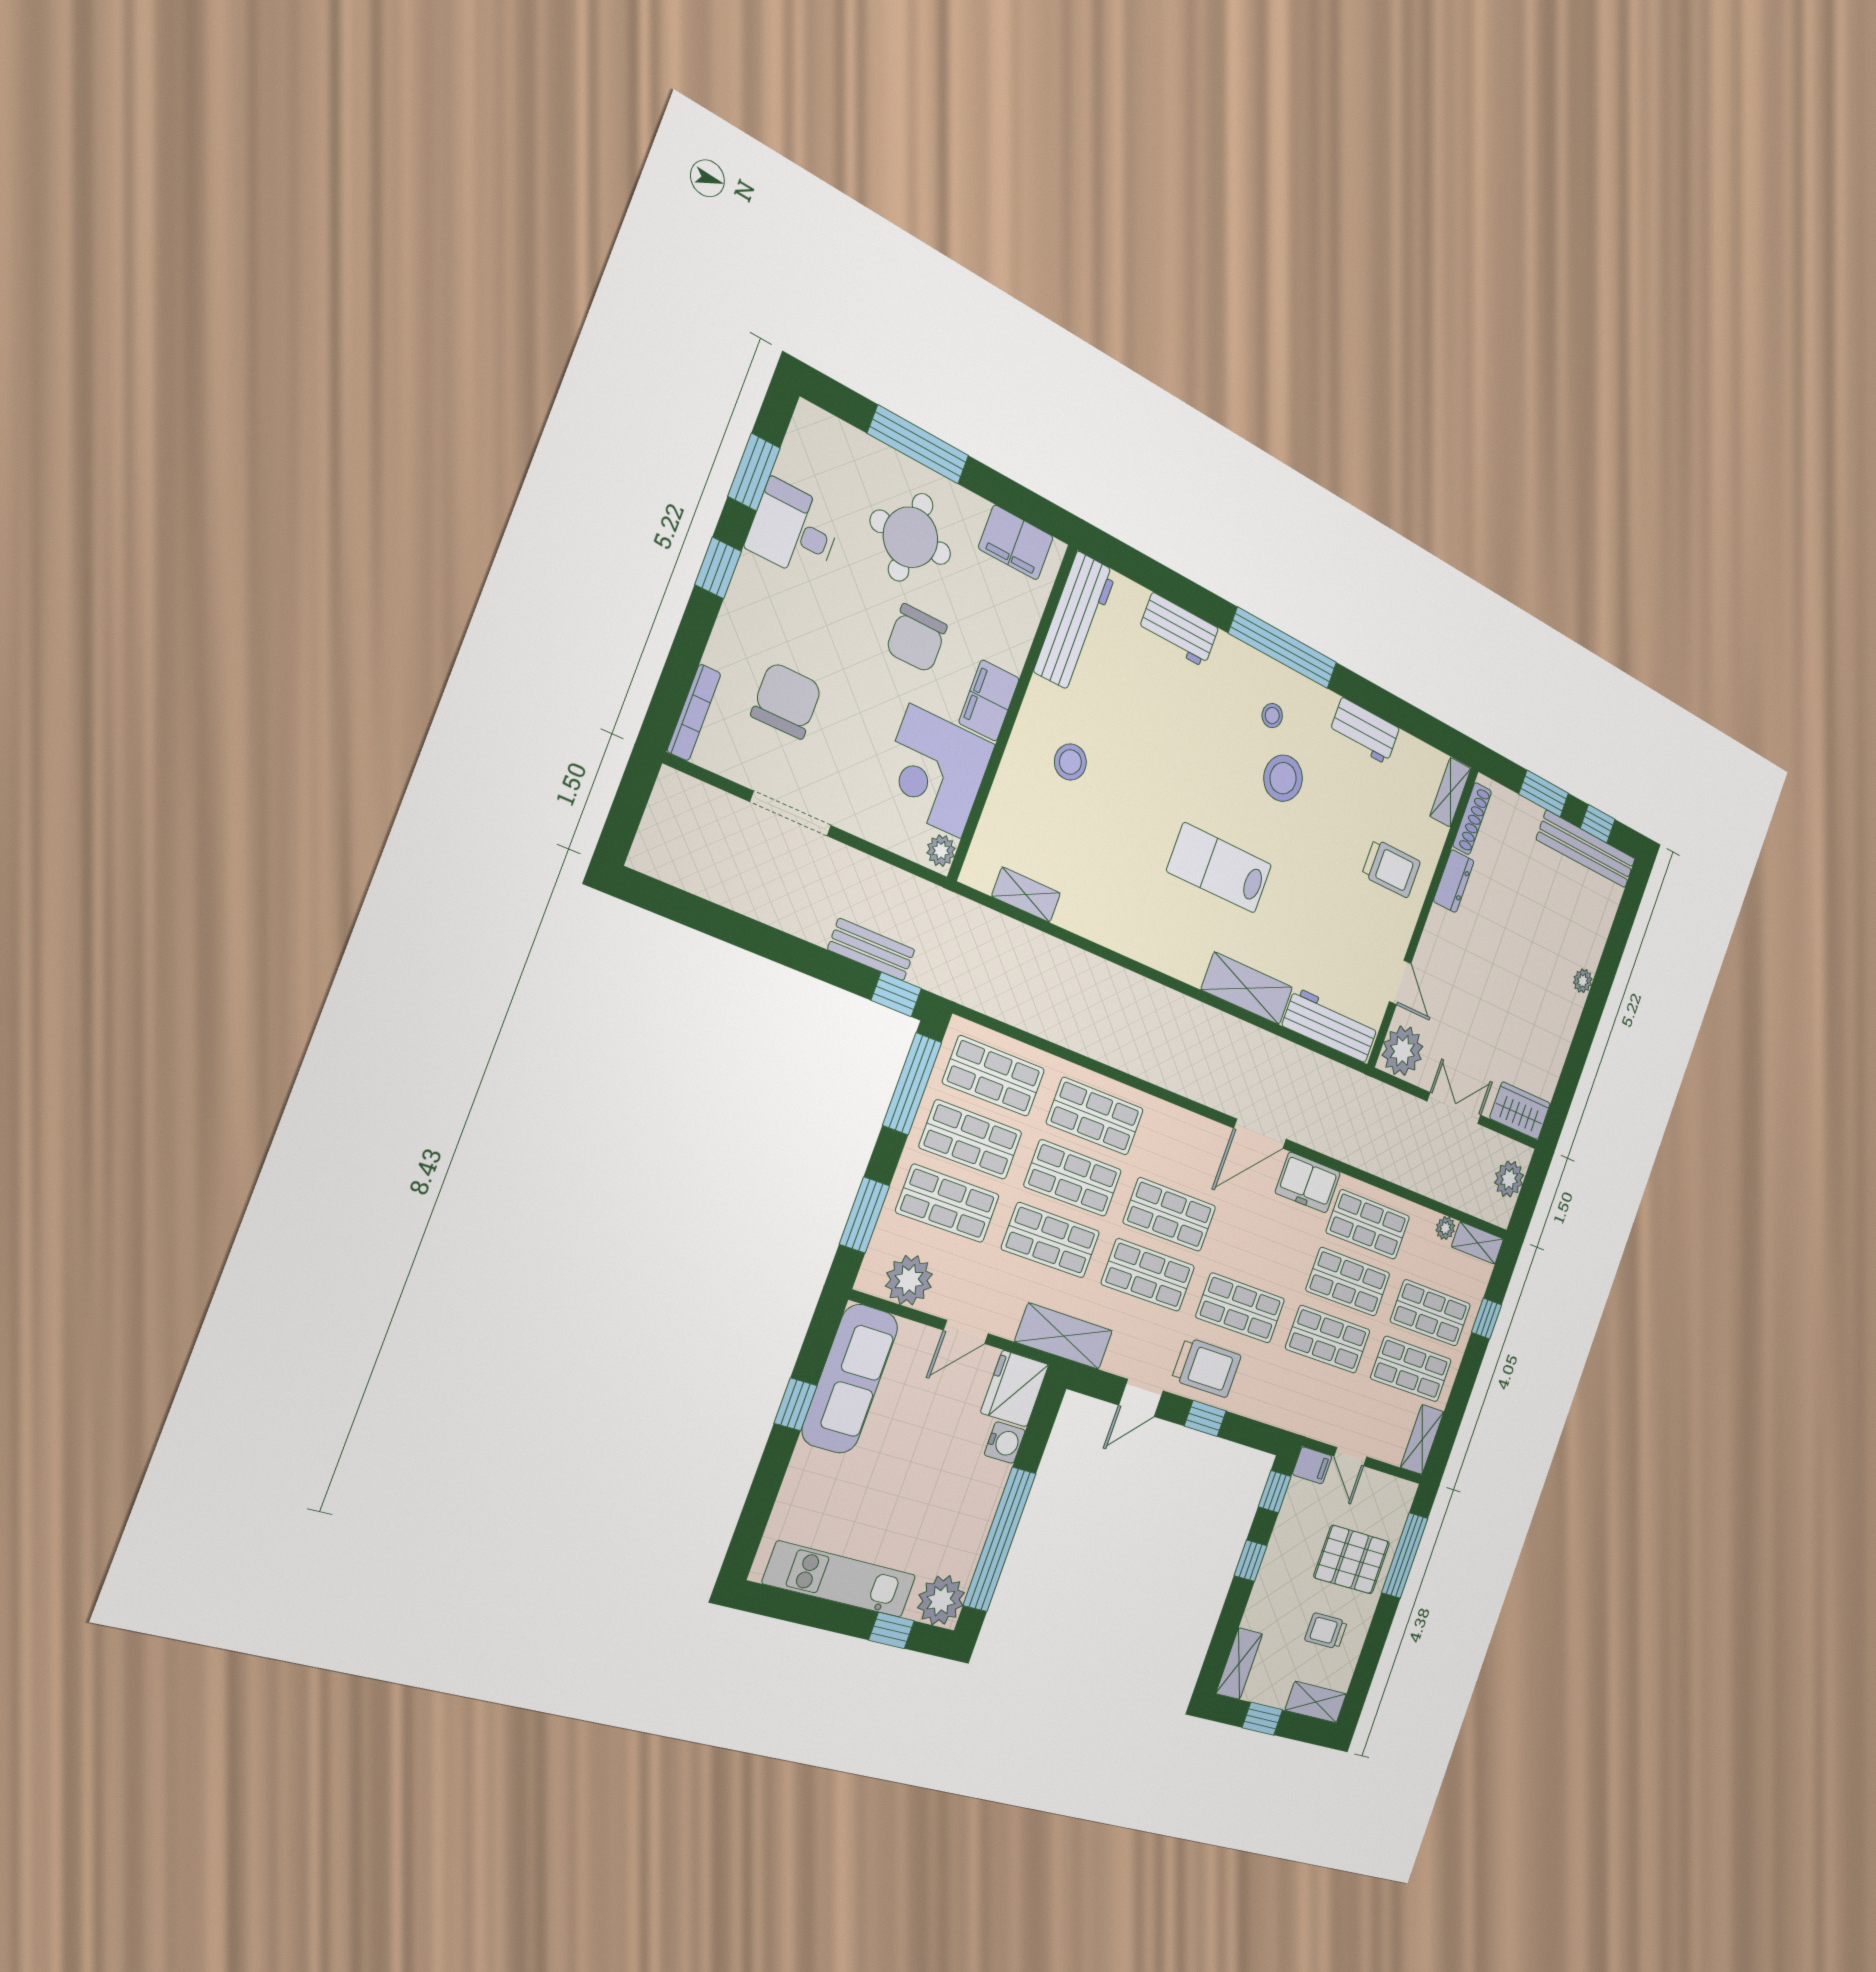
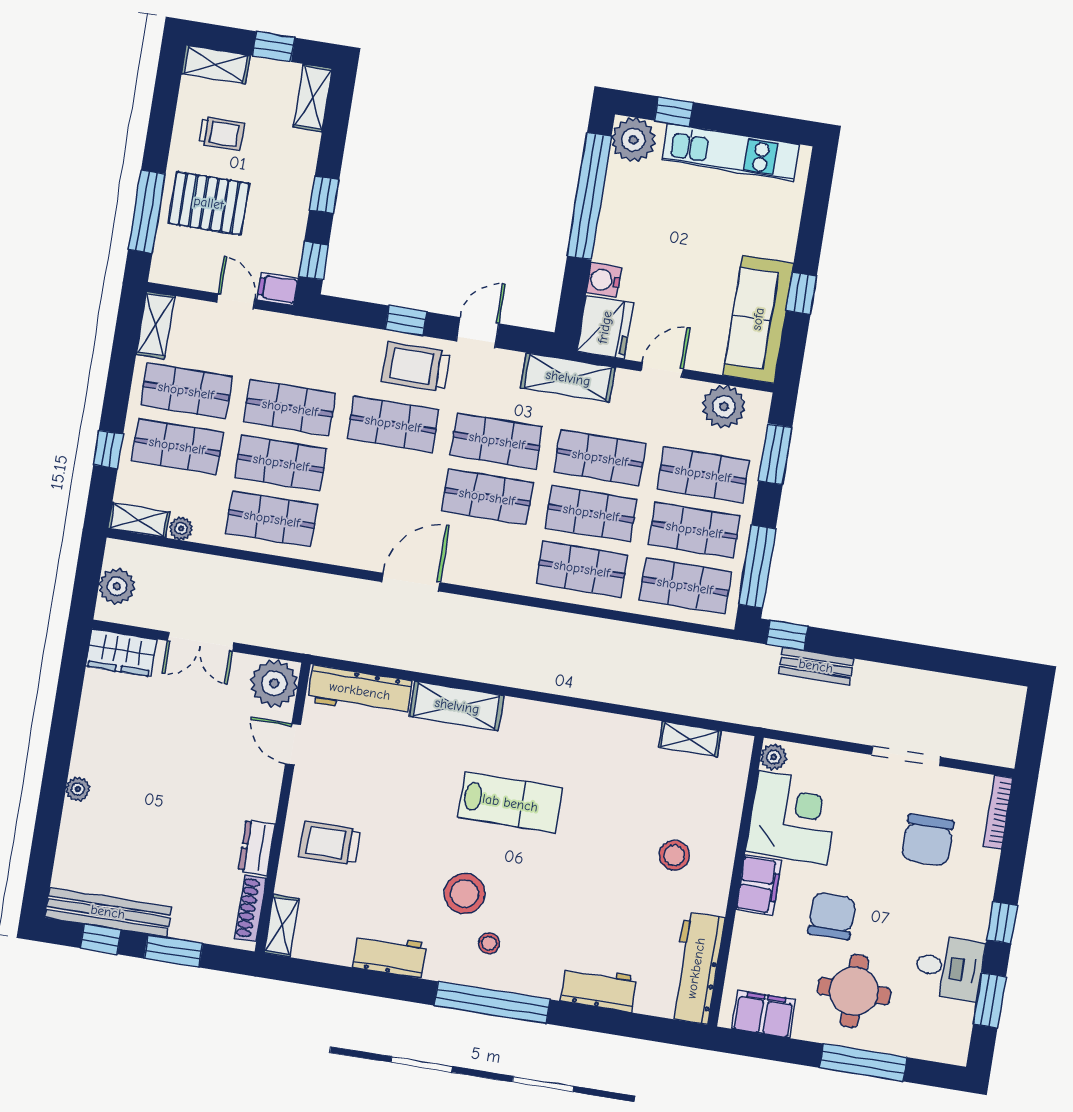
freezer: (1308, 1183) -> (349, 547), removed

